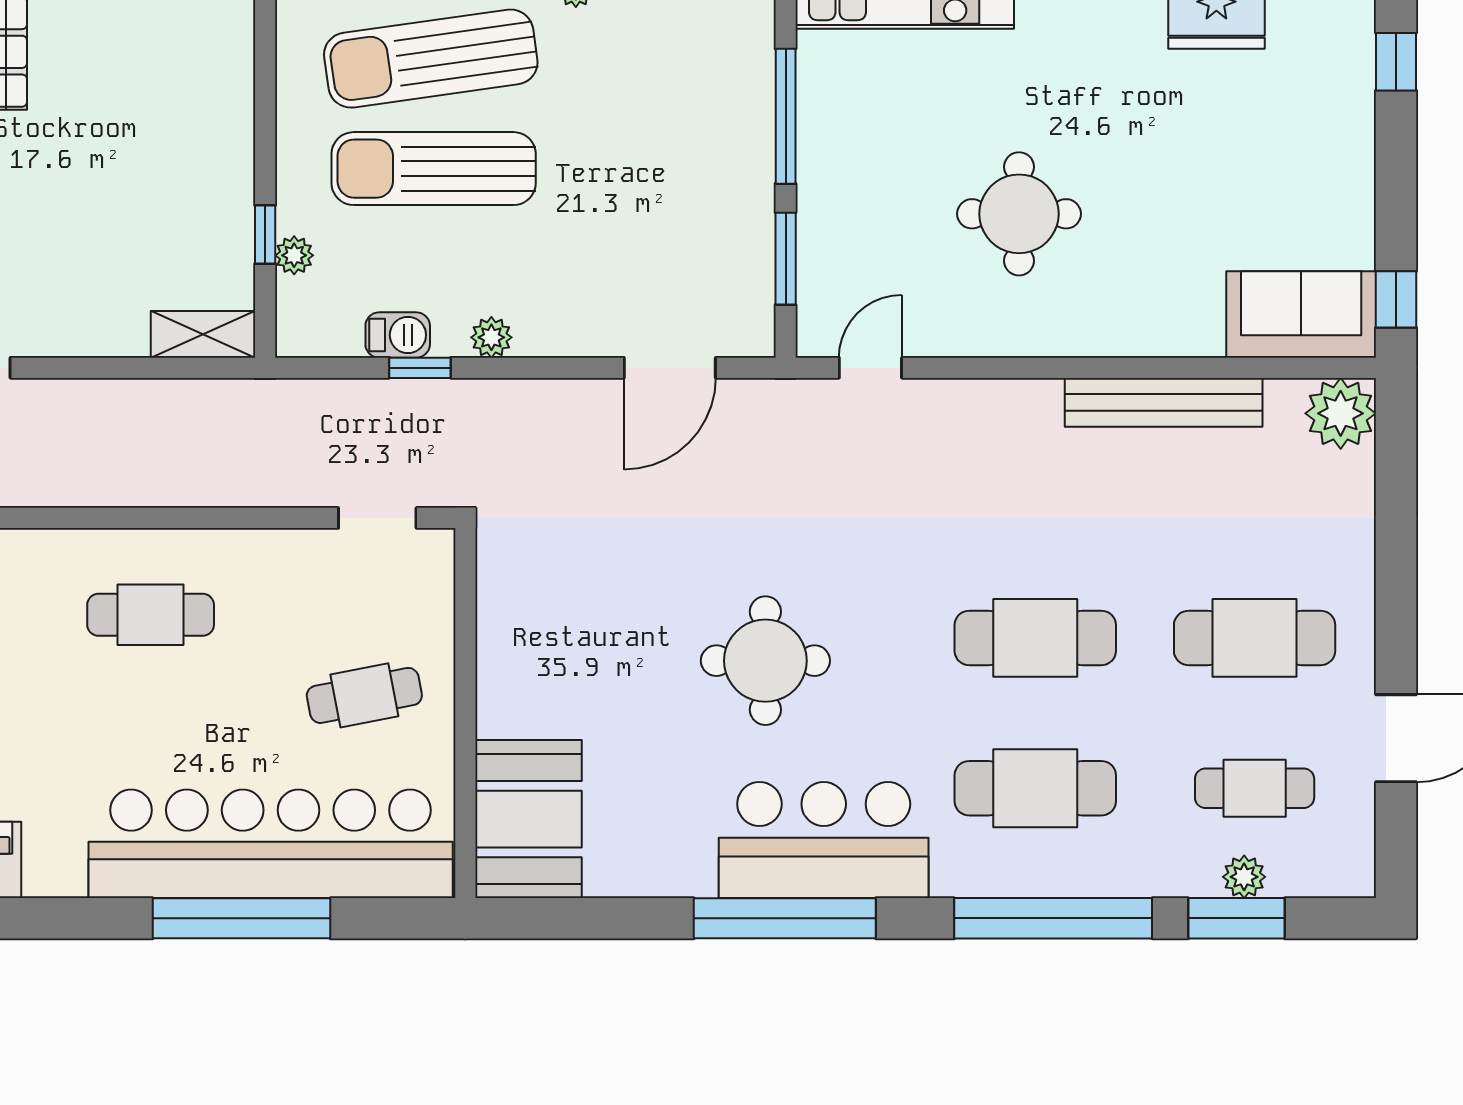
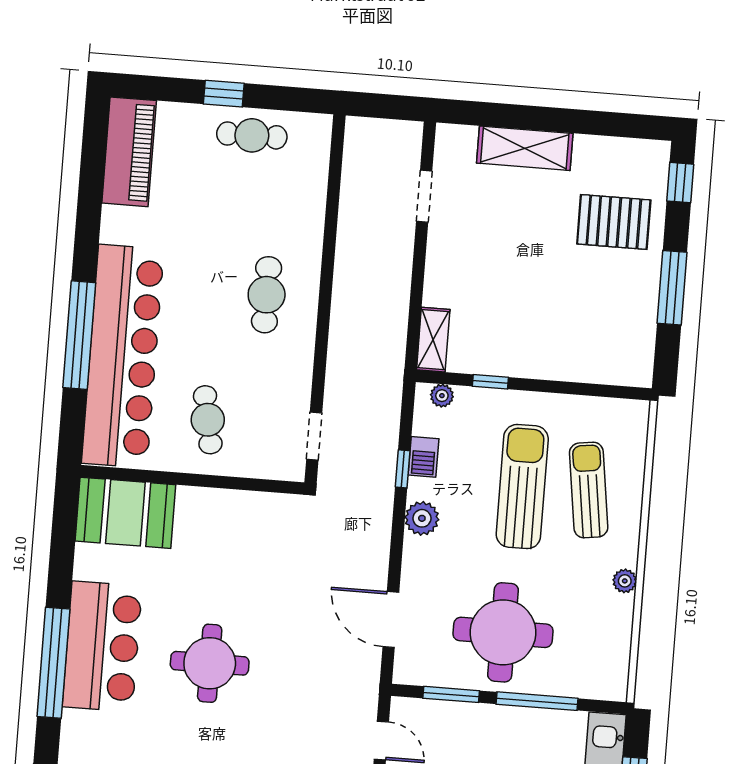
sun lounger: (431, 59) -> (589, 490), width x0.73, depth x0.75
round table: (676, 181) -> (503, 632), added
plant: (294, 255) -> (442, 396), moved
plant: (491, 337) -> (422, 518), width x1.38, depth x1.38
bar counter: (824, 840) -> (102, 646), moved

